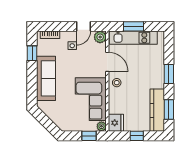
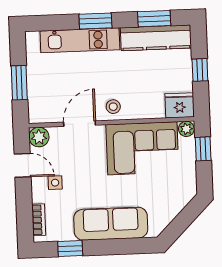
kitchen unit: (133, 38) -> (80, 40), moved, turned 90

